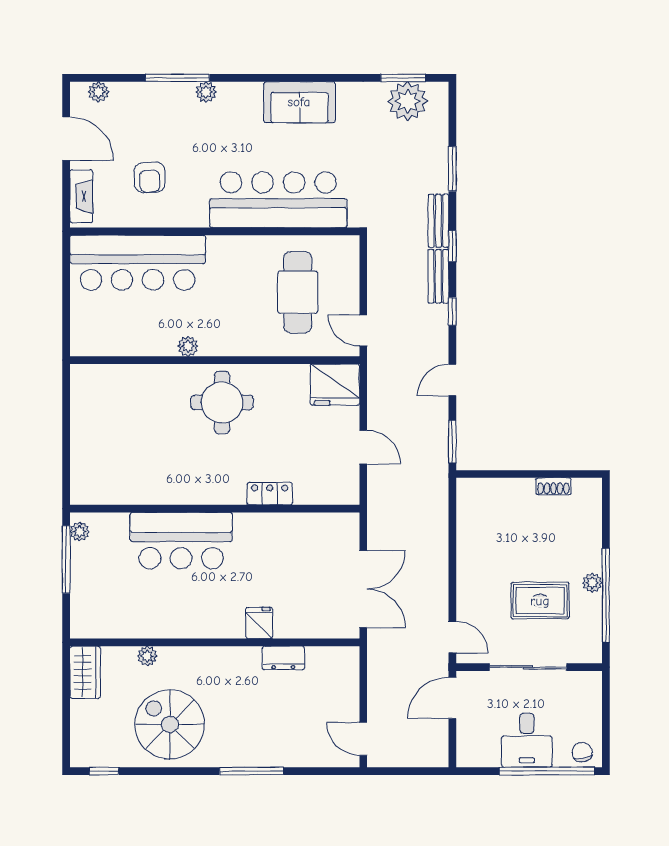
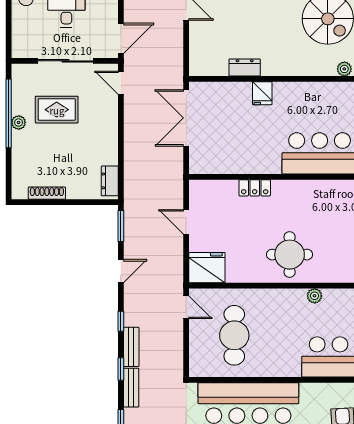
shoe rack: (554, 486) -> (47, 193), width x1.43
dresser: (468, 503) -> (110, 181), added

